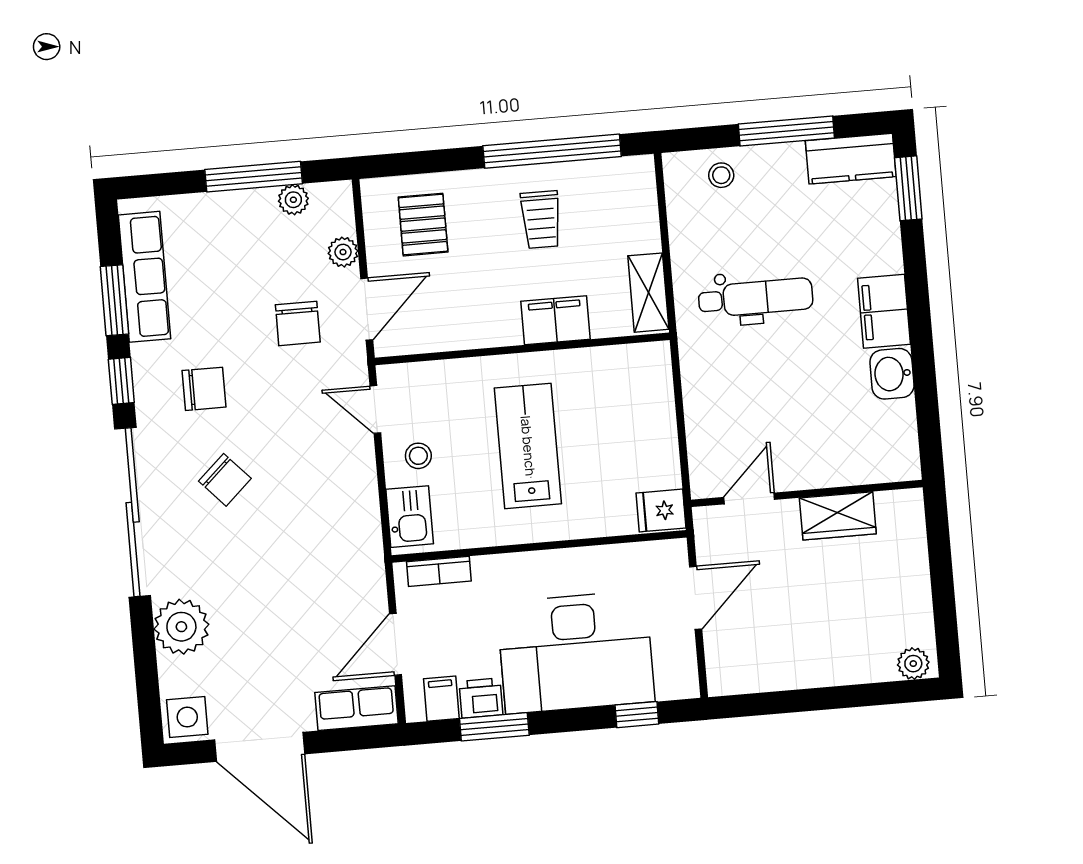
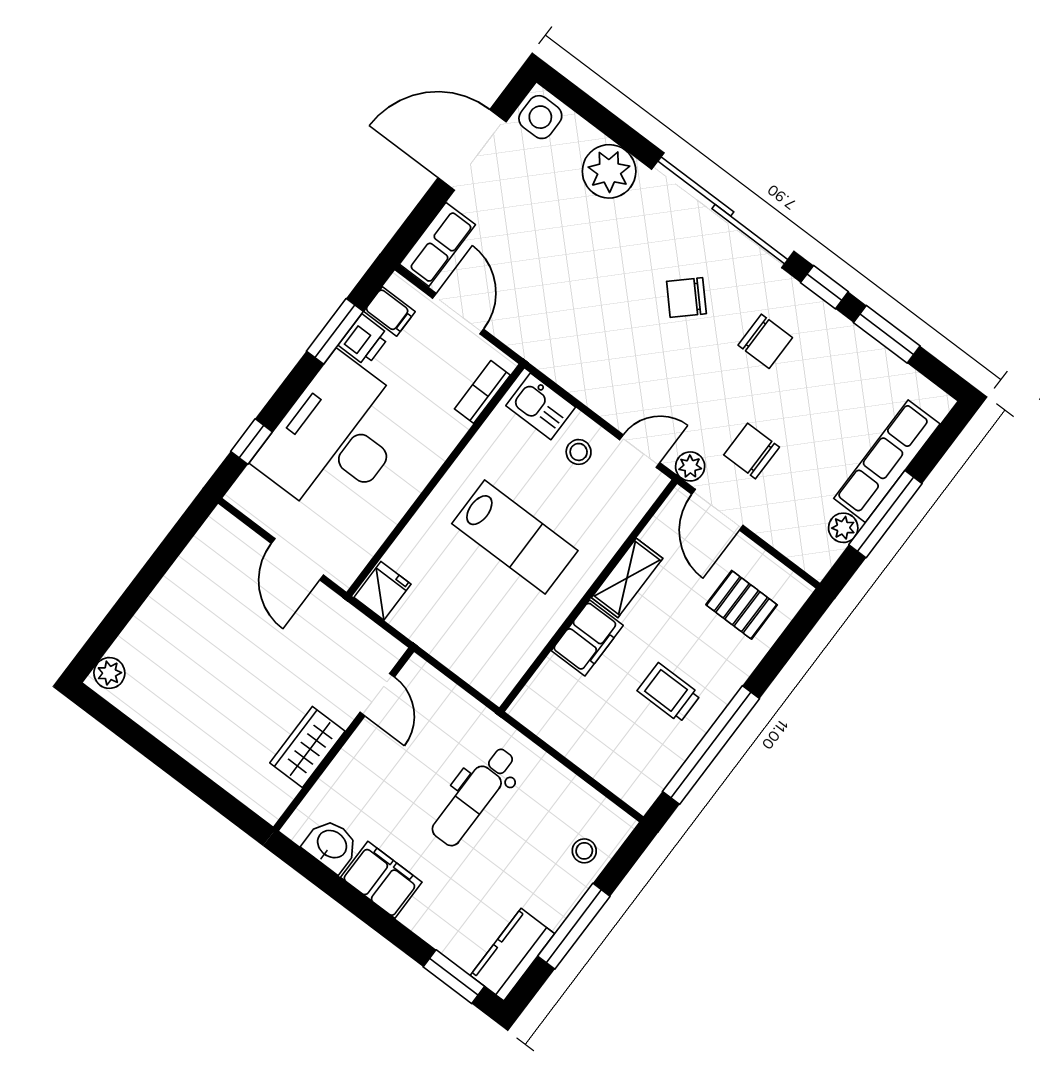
plant: (343, 252) -> (690, 466), moved
row of seats: (144, 277) -> (887, 461), moved, turned 90
shelving: (648, 293) -> (627, 578), moved, turned 90
chair: (204, 389) -> (765, 341), turned -90
wall: (807, 493) -> (344, 739), moved
door: (749, 498) -> (377, 695), moved
wardrobe: (838, 516) -> (307, 747), moved

